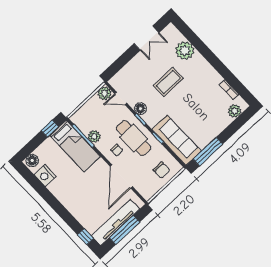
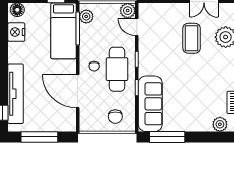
coffee table: (168, 82) -> (192, 38), moved, turned 90
floor lamp: (140, 109) -> (145, 50), removed
plant: (94, 136) -> (86, 16), moved
door: (121, 176) -> (78, 91), hinge flipped
tv unit: (115, 222) -> (16, 94), moved, turned 90

